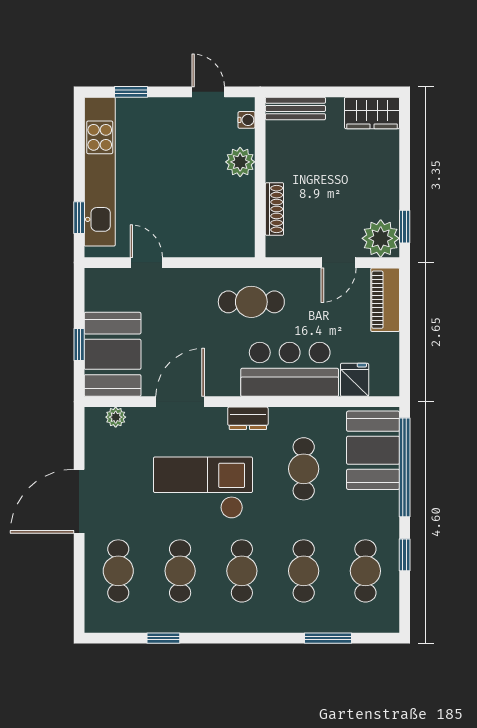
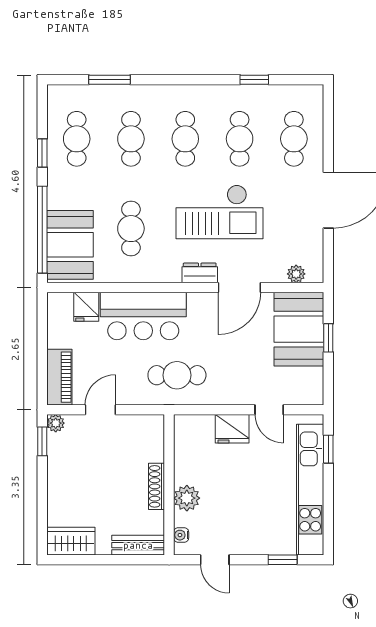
shoe rack: (274, 209) -> (157, 486), moved
plant: (381, 238) -> (56, 423), width x0.53, depth x0.53
fridge: (188, 241) -> (232, 429), added
dresser: (248, 418) -> (200, 273), moved

